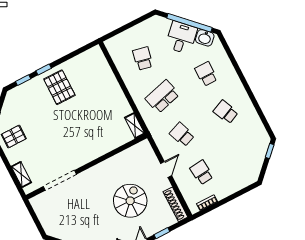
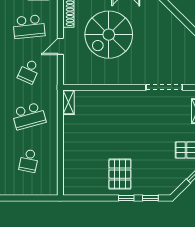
school desk: (182, 135) -> (29, 71), turned 45
school desk: (202, 172) -> (29, 27), width x1.85
spiral stairs: (130, 201) -> (109, 35), width x1.37, depth x1.37

